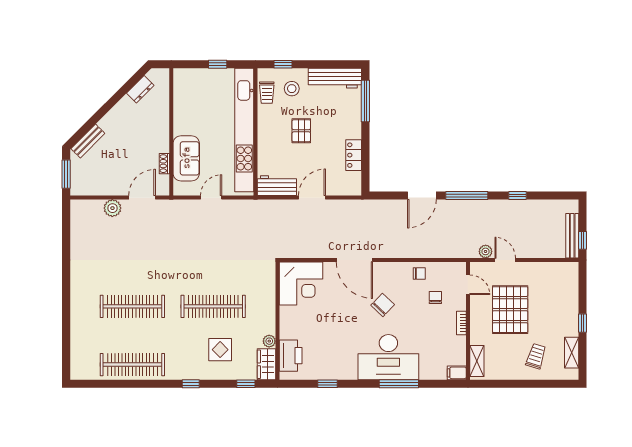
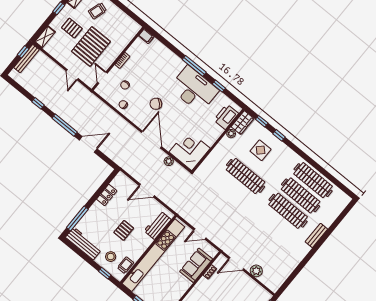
workbench: (277, 186) -> (158, 225), moved, turned 90
plant: (486, 251) -> (169, 161), moved
bench: (77, 305) -> (316, 235), added
pallet: (549, 313) -> (72, 28), added
clothes rail: (132, 335) -> (301, 195), added
desk: (388, 357) -> (194, 89), moved
shelving: (477, 361) -> (45, 37), moved
window: (191, 384) -> (279, 135), moved
window: (399, 384) -> (194, 66), moved

